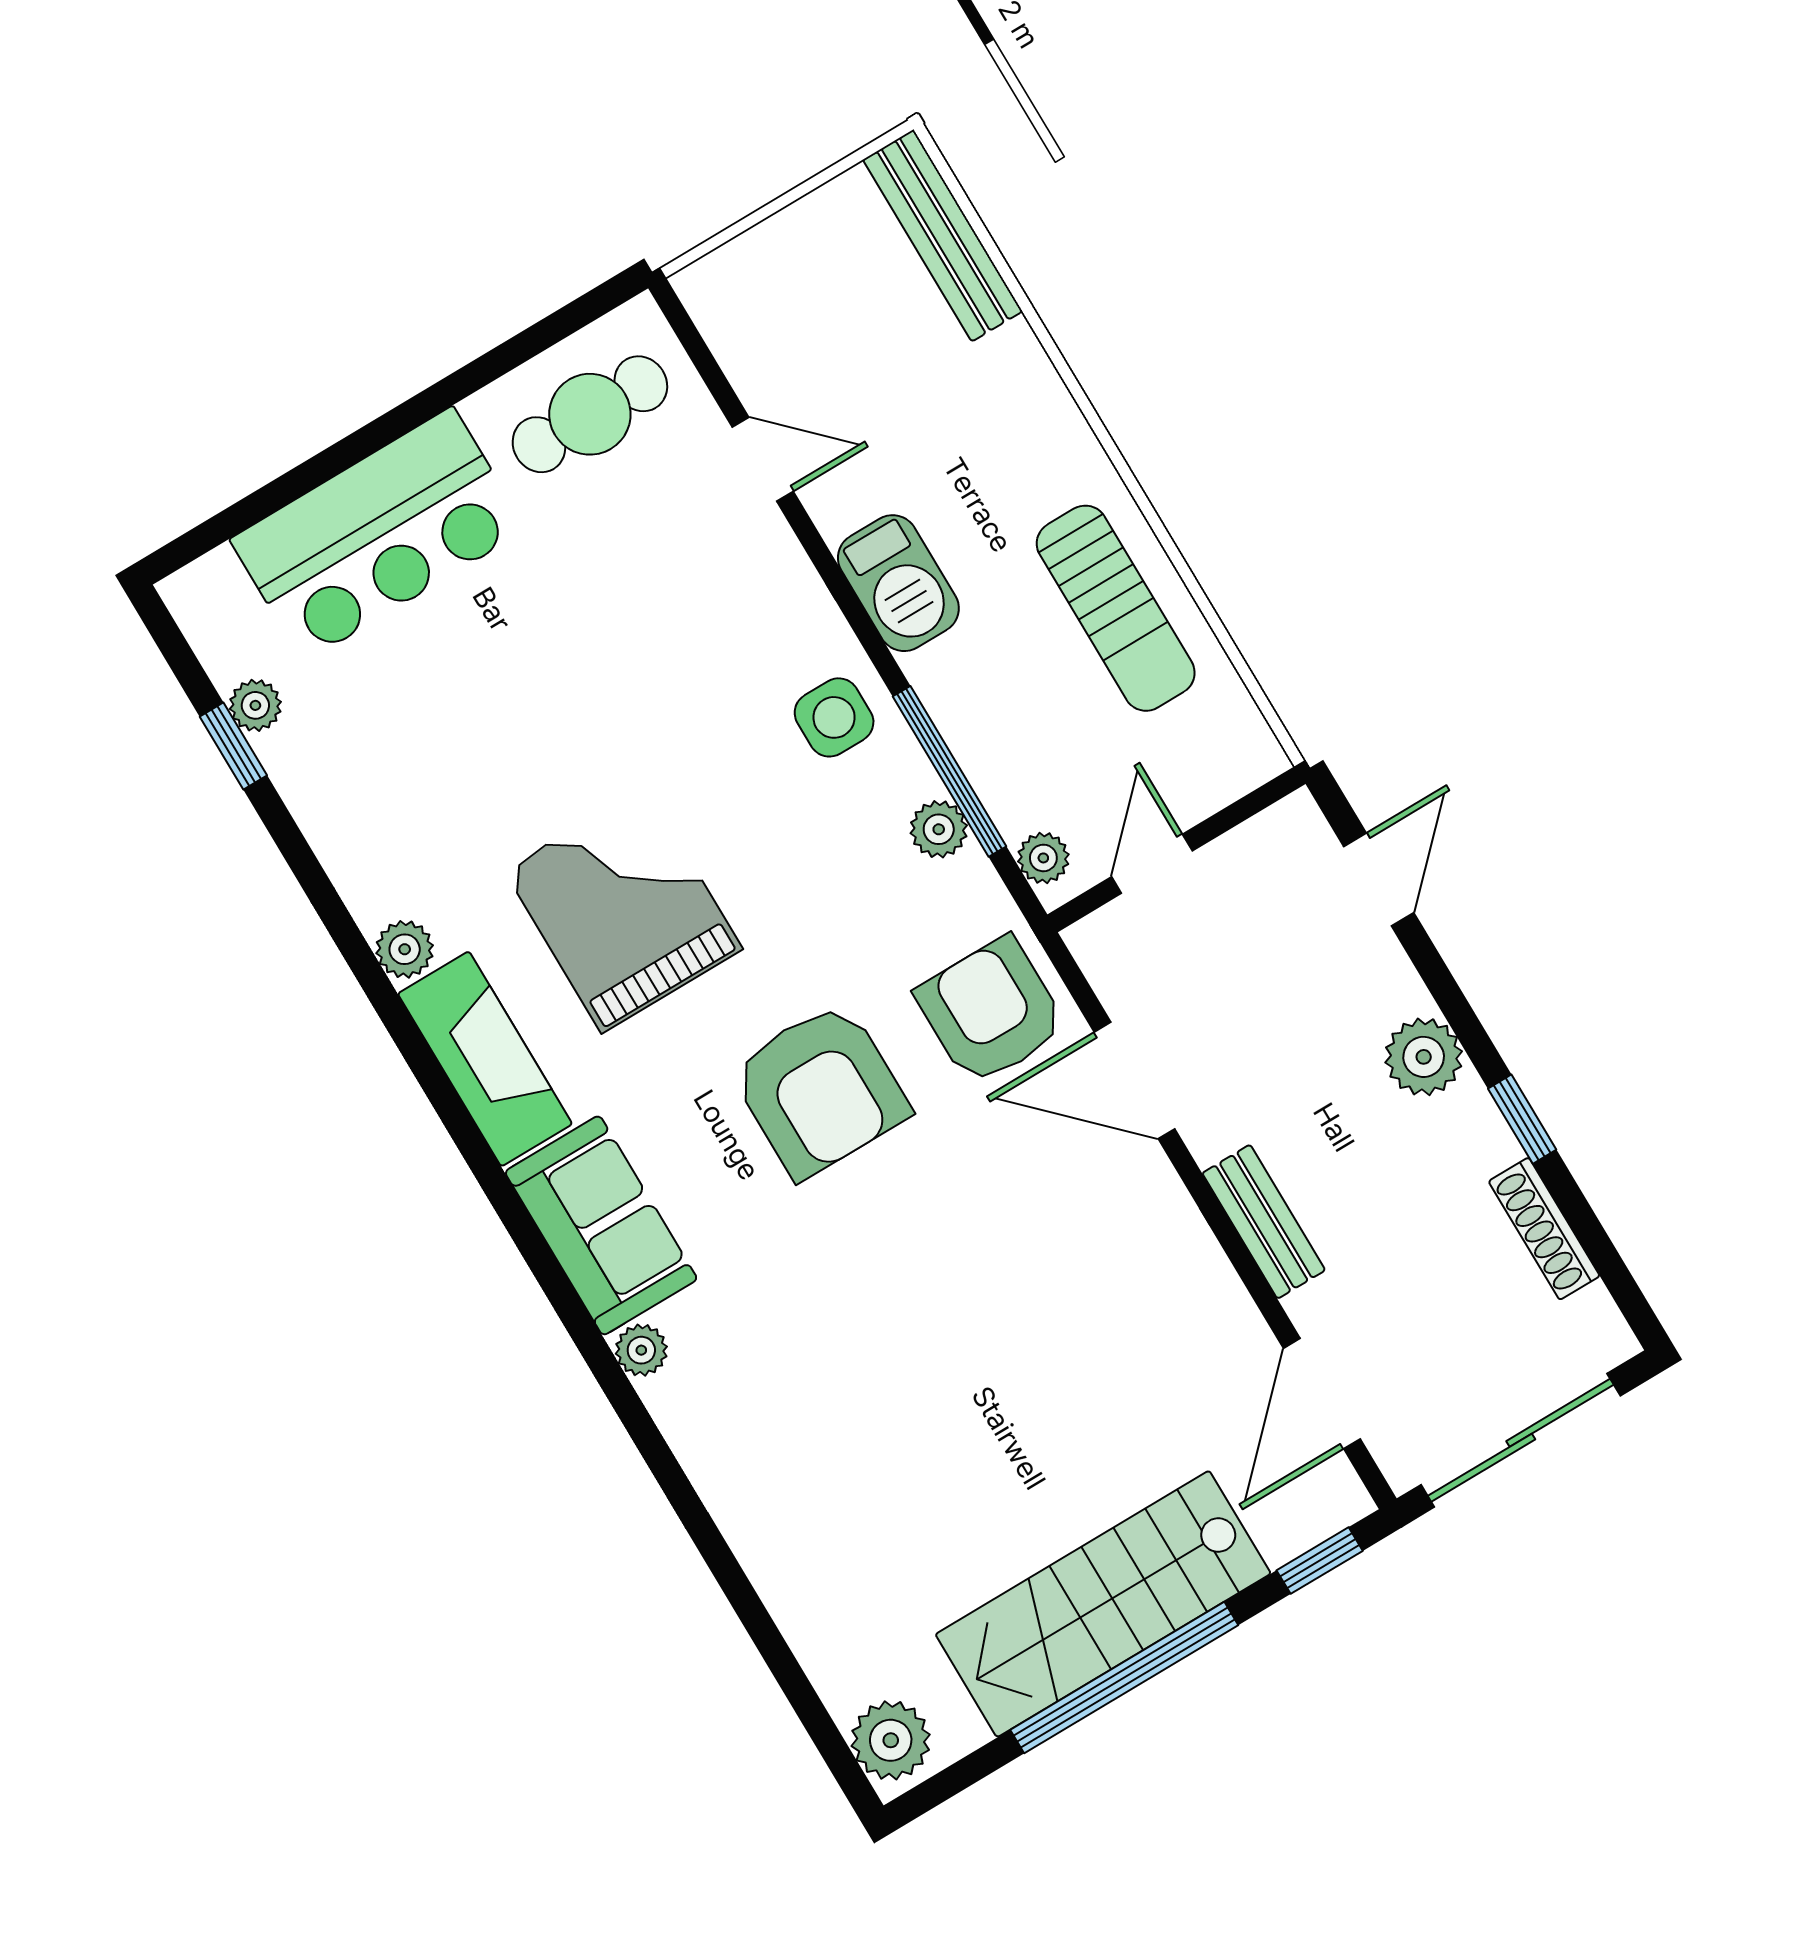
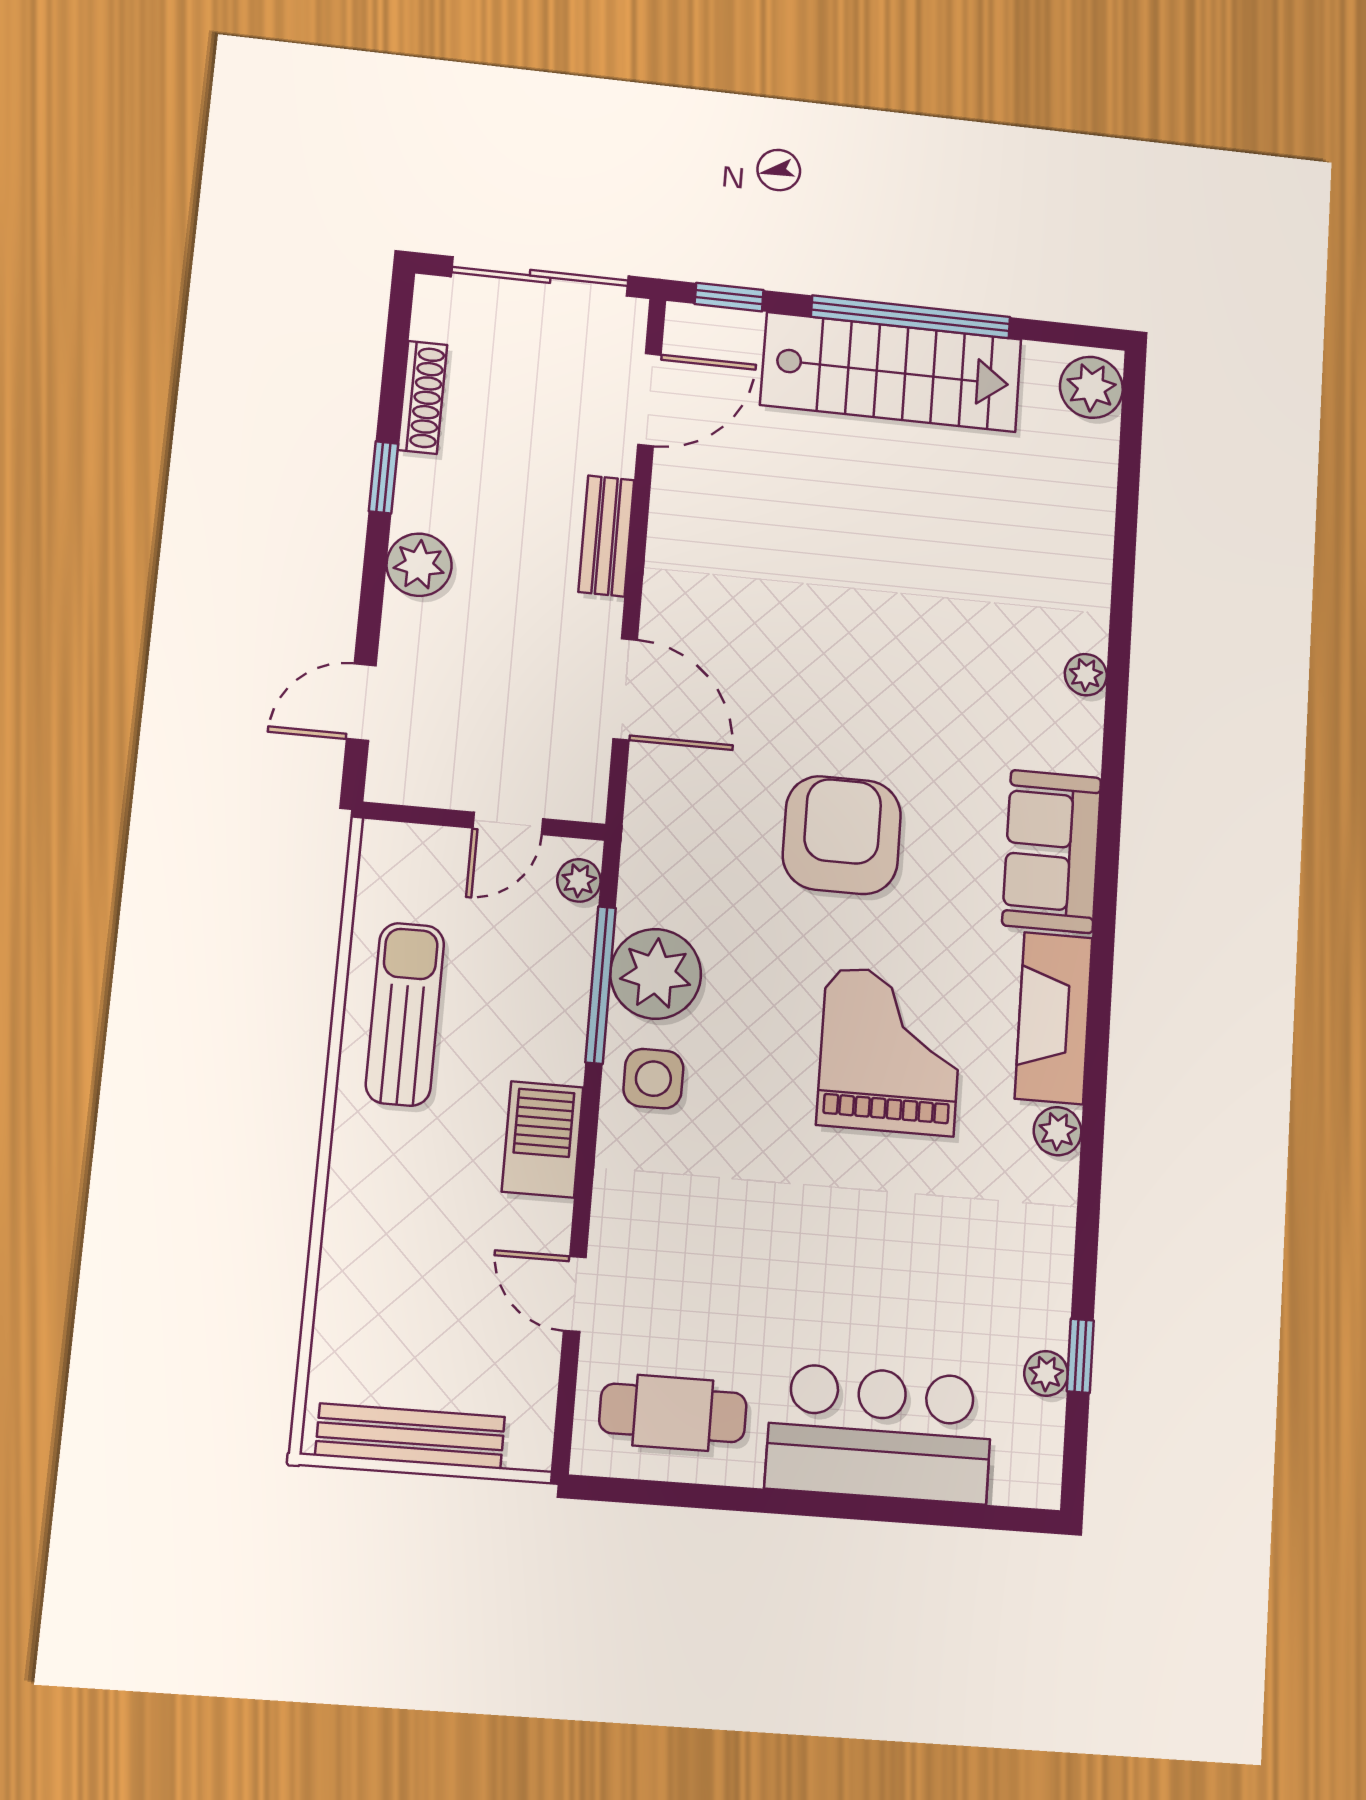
bench: (943, 236) -> (410, 1436), moved, turned 90
plant: (939, 829) -> (656, 974), width x1.88, depth x1.88
grand piano: (623, 910) -> (890, 1051), turned 180
armchair: (991, 1011) -> (689, 804), removed
plant: (641, 1350) -> (1086, 675), moved

